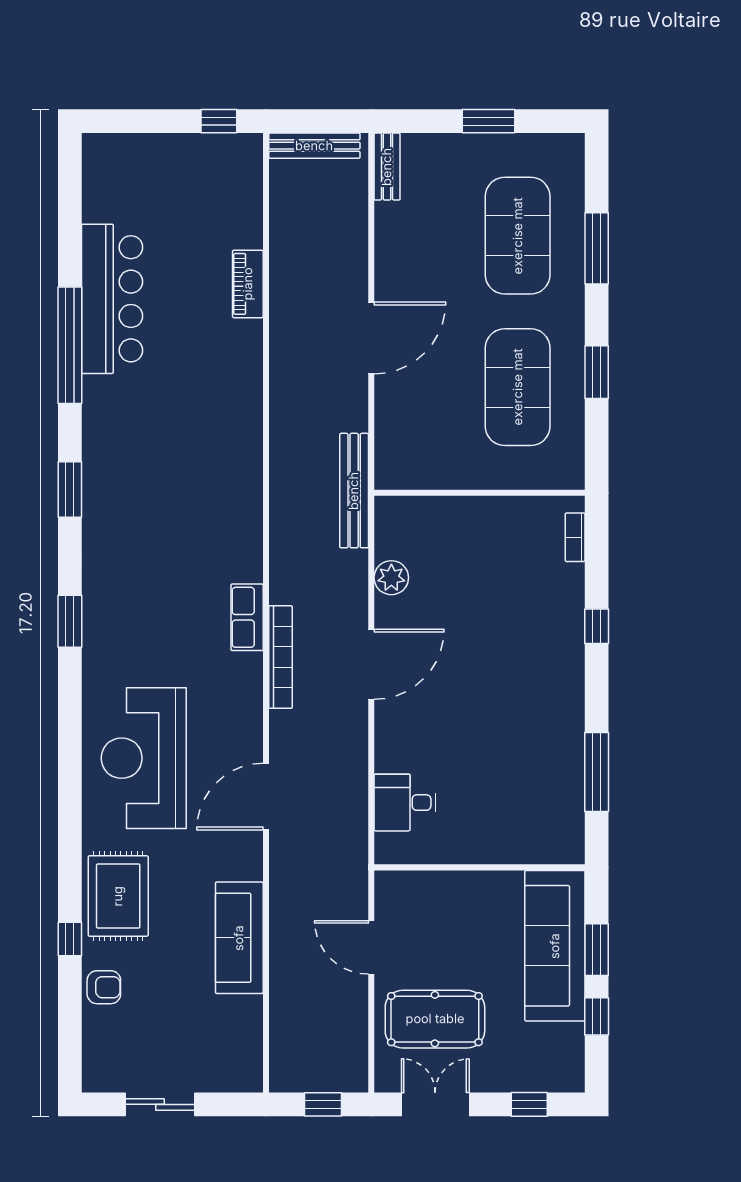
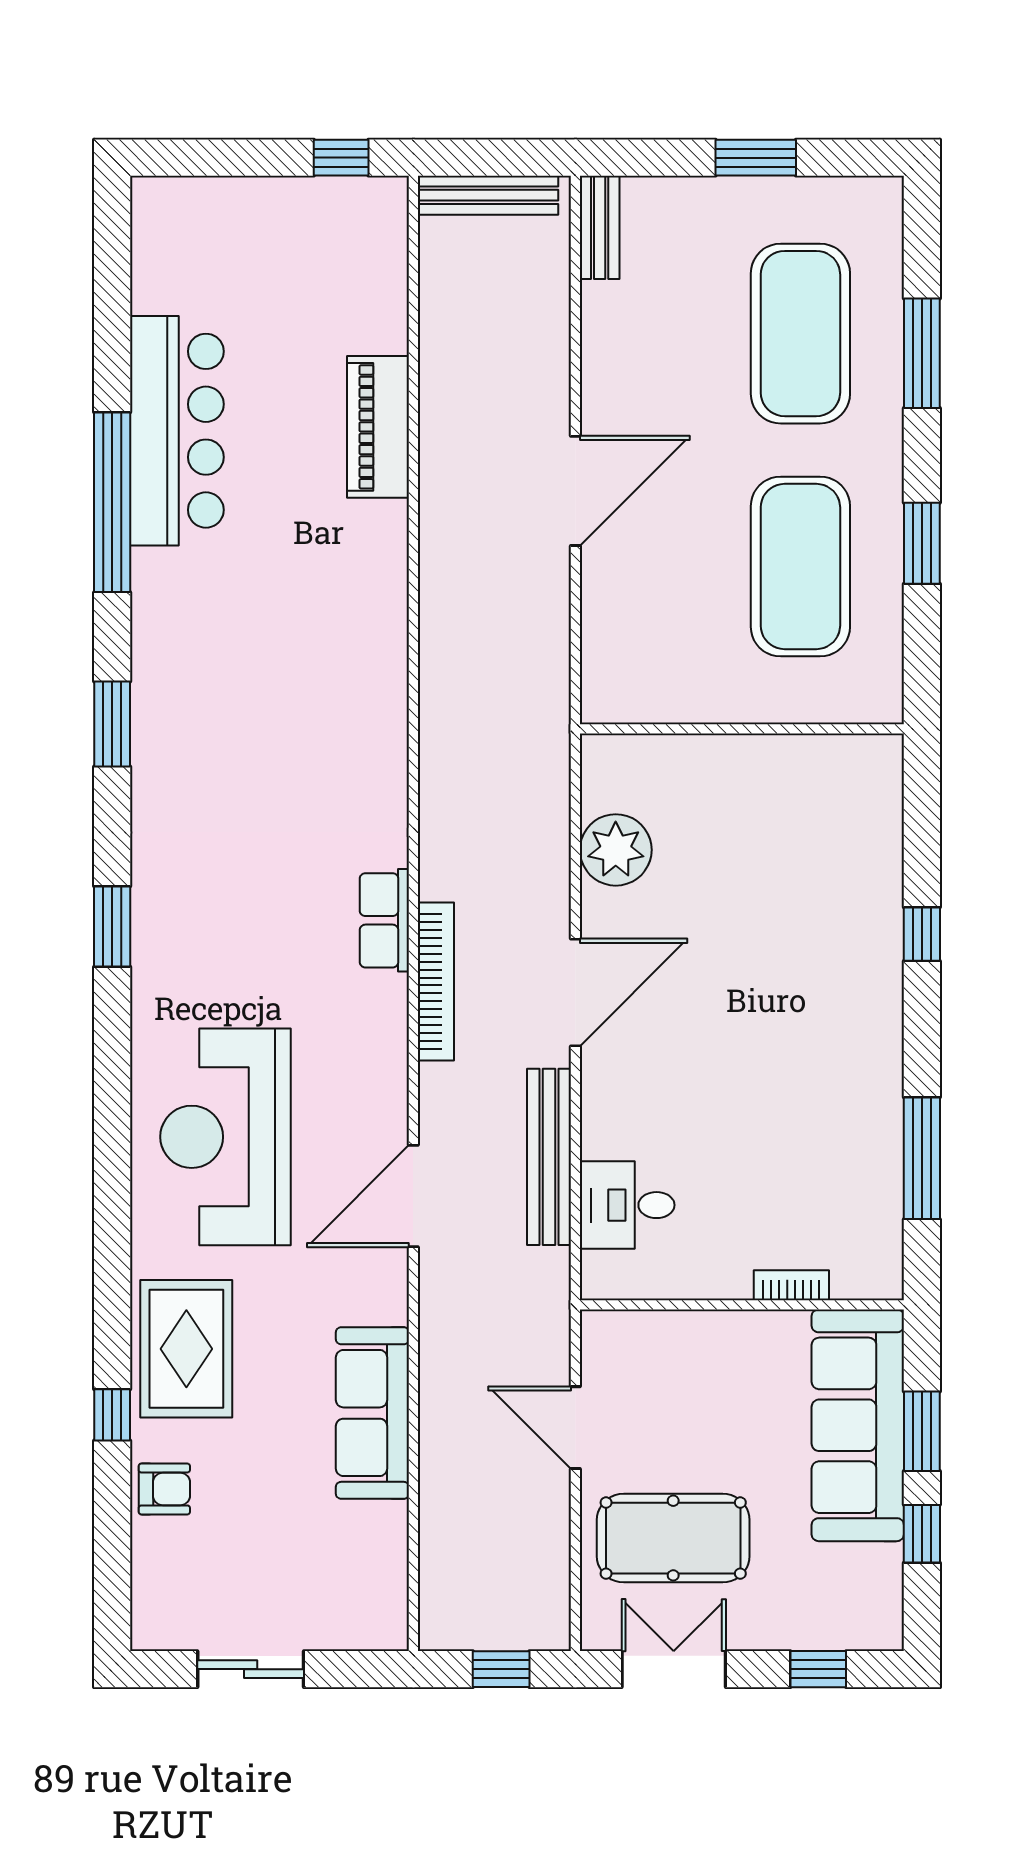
piano: (248, 284) -> (378, 427), width x1.37, depth x1.33
bench: (354, 491) -> (549, 1157), moved
bookcase: (575, 537) -> (791, 1285), moved, turned 90
plant: (391, 578) -> (616, 850), width x1.36, depth x1.36

